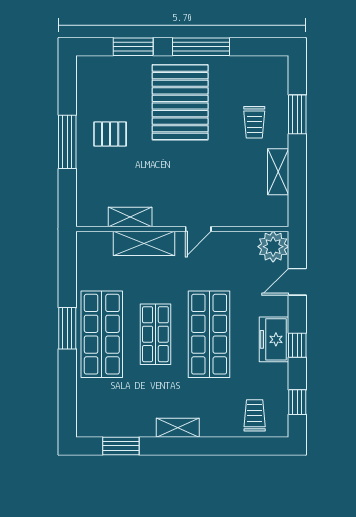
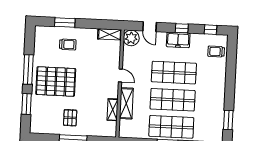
shelving: (278, 172) -> (110, 34), moved
shop shelf: (155, 334) -> (173, 100), width x1.43, depth x1.36
shelving: (178, 428) -> (220, 91), removed

